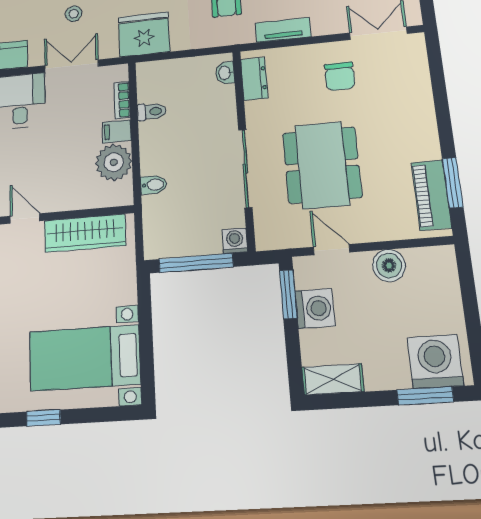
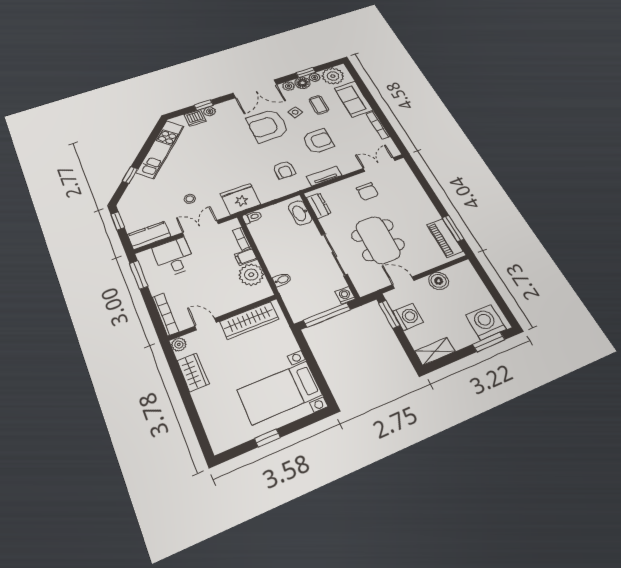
washbasin: (225, 73) -> (300, 213), width x1.91, depth x1.45
toilet: (152, 112) -> (252, 217), moved

